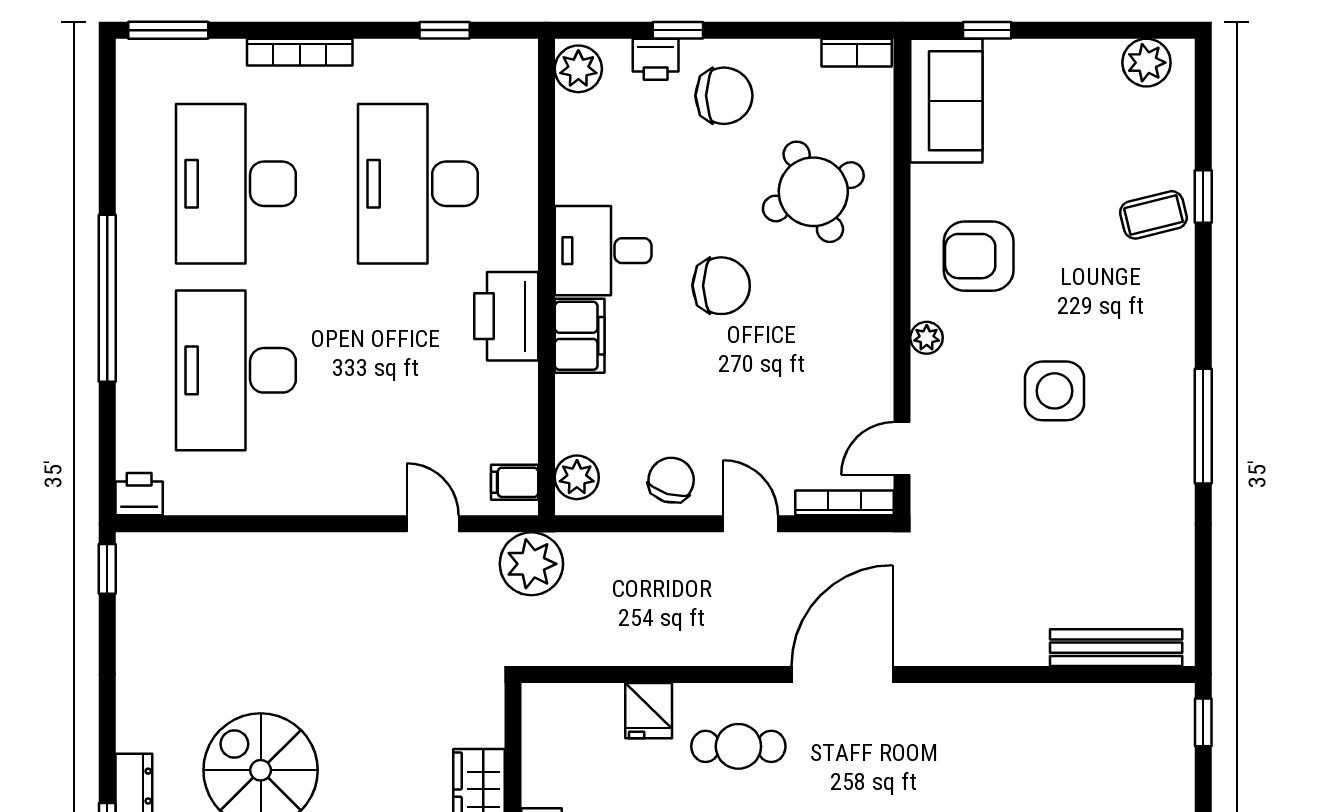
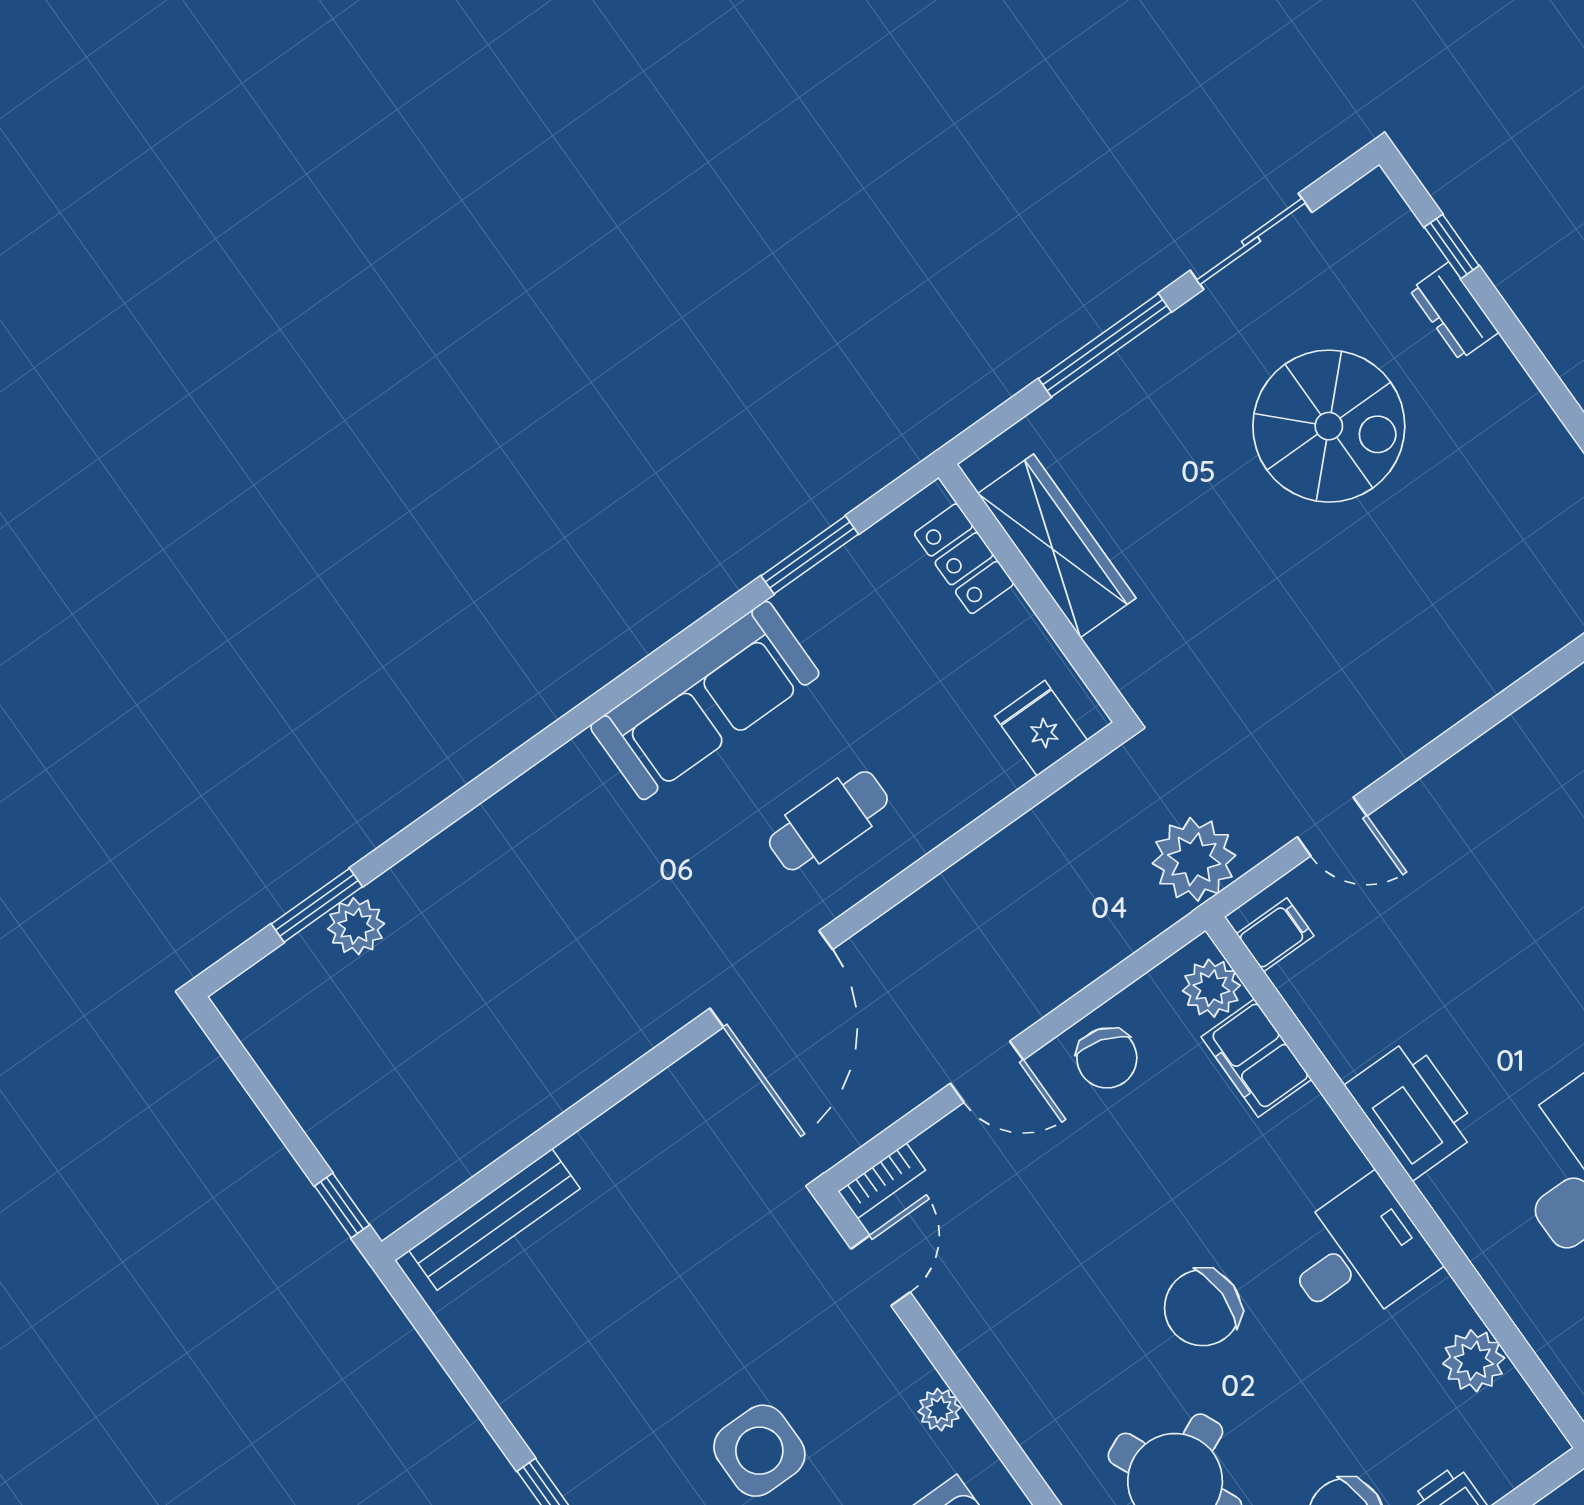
plant: (578, 69) -> (1474, 1361), moved
filing cabinet: (580, 336) -> (1256, 1058), moved
bookcase: (845, 503) -> (882, 1181), width x0.64
fridge: (649, 711) -> (1041, 728), moved

